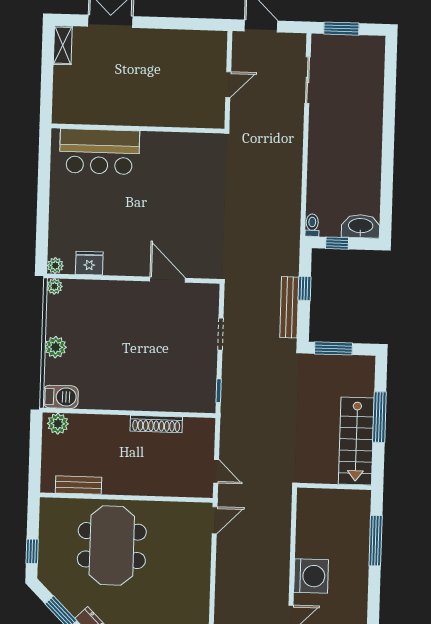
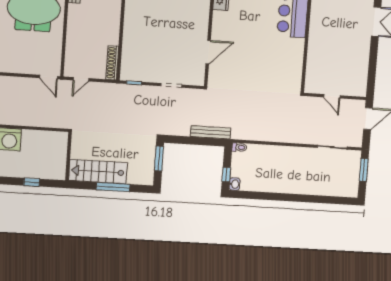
washbasin: (361, 226) -> (234, 184), width x0.52, depth x0.69
window: (337, 243) -> (226, 175), moved
window: (304, 288) -> (199, 141), removed
bench: (289, 307) -> (211, 132), moved
shoe rack: (156, 424) -> (112, 63), moved
window: (376, 541) -> (32, 182), width x0.46

